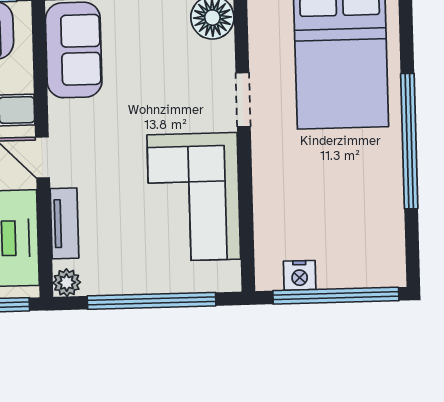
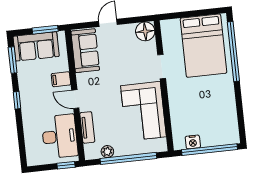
window: (409, 141) -> (233, 52), moved
plant: (67, 283) -> (107, 152), moved

